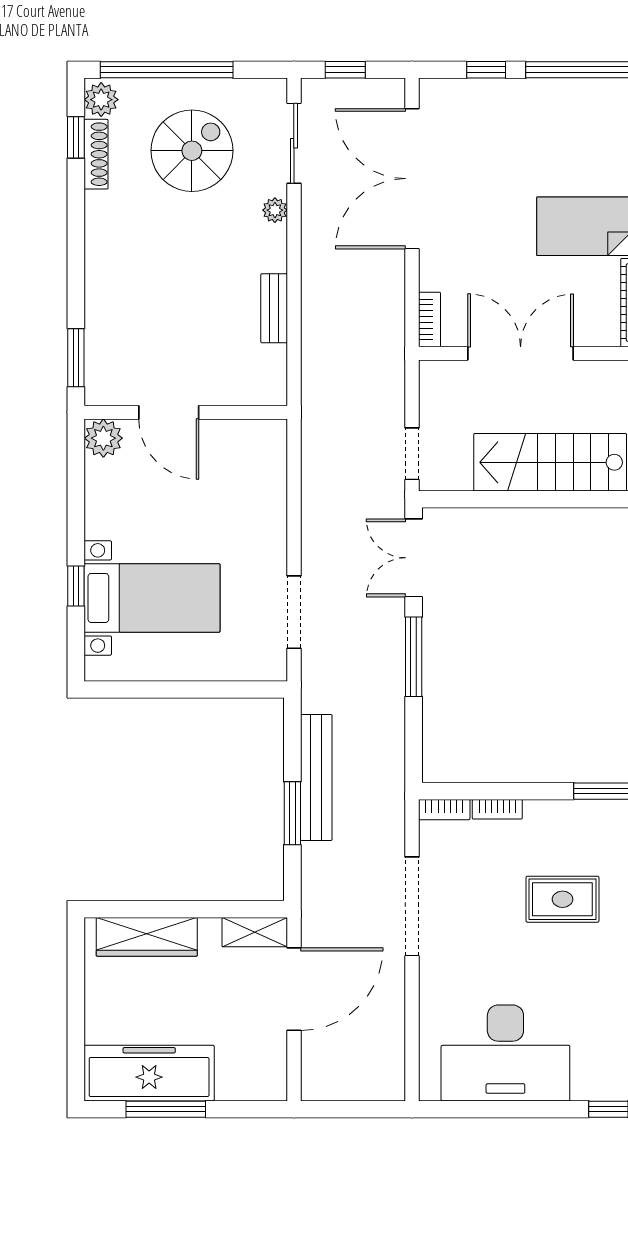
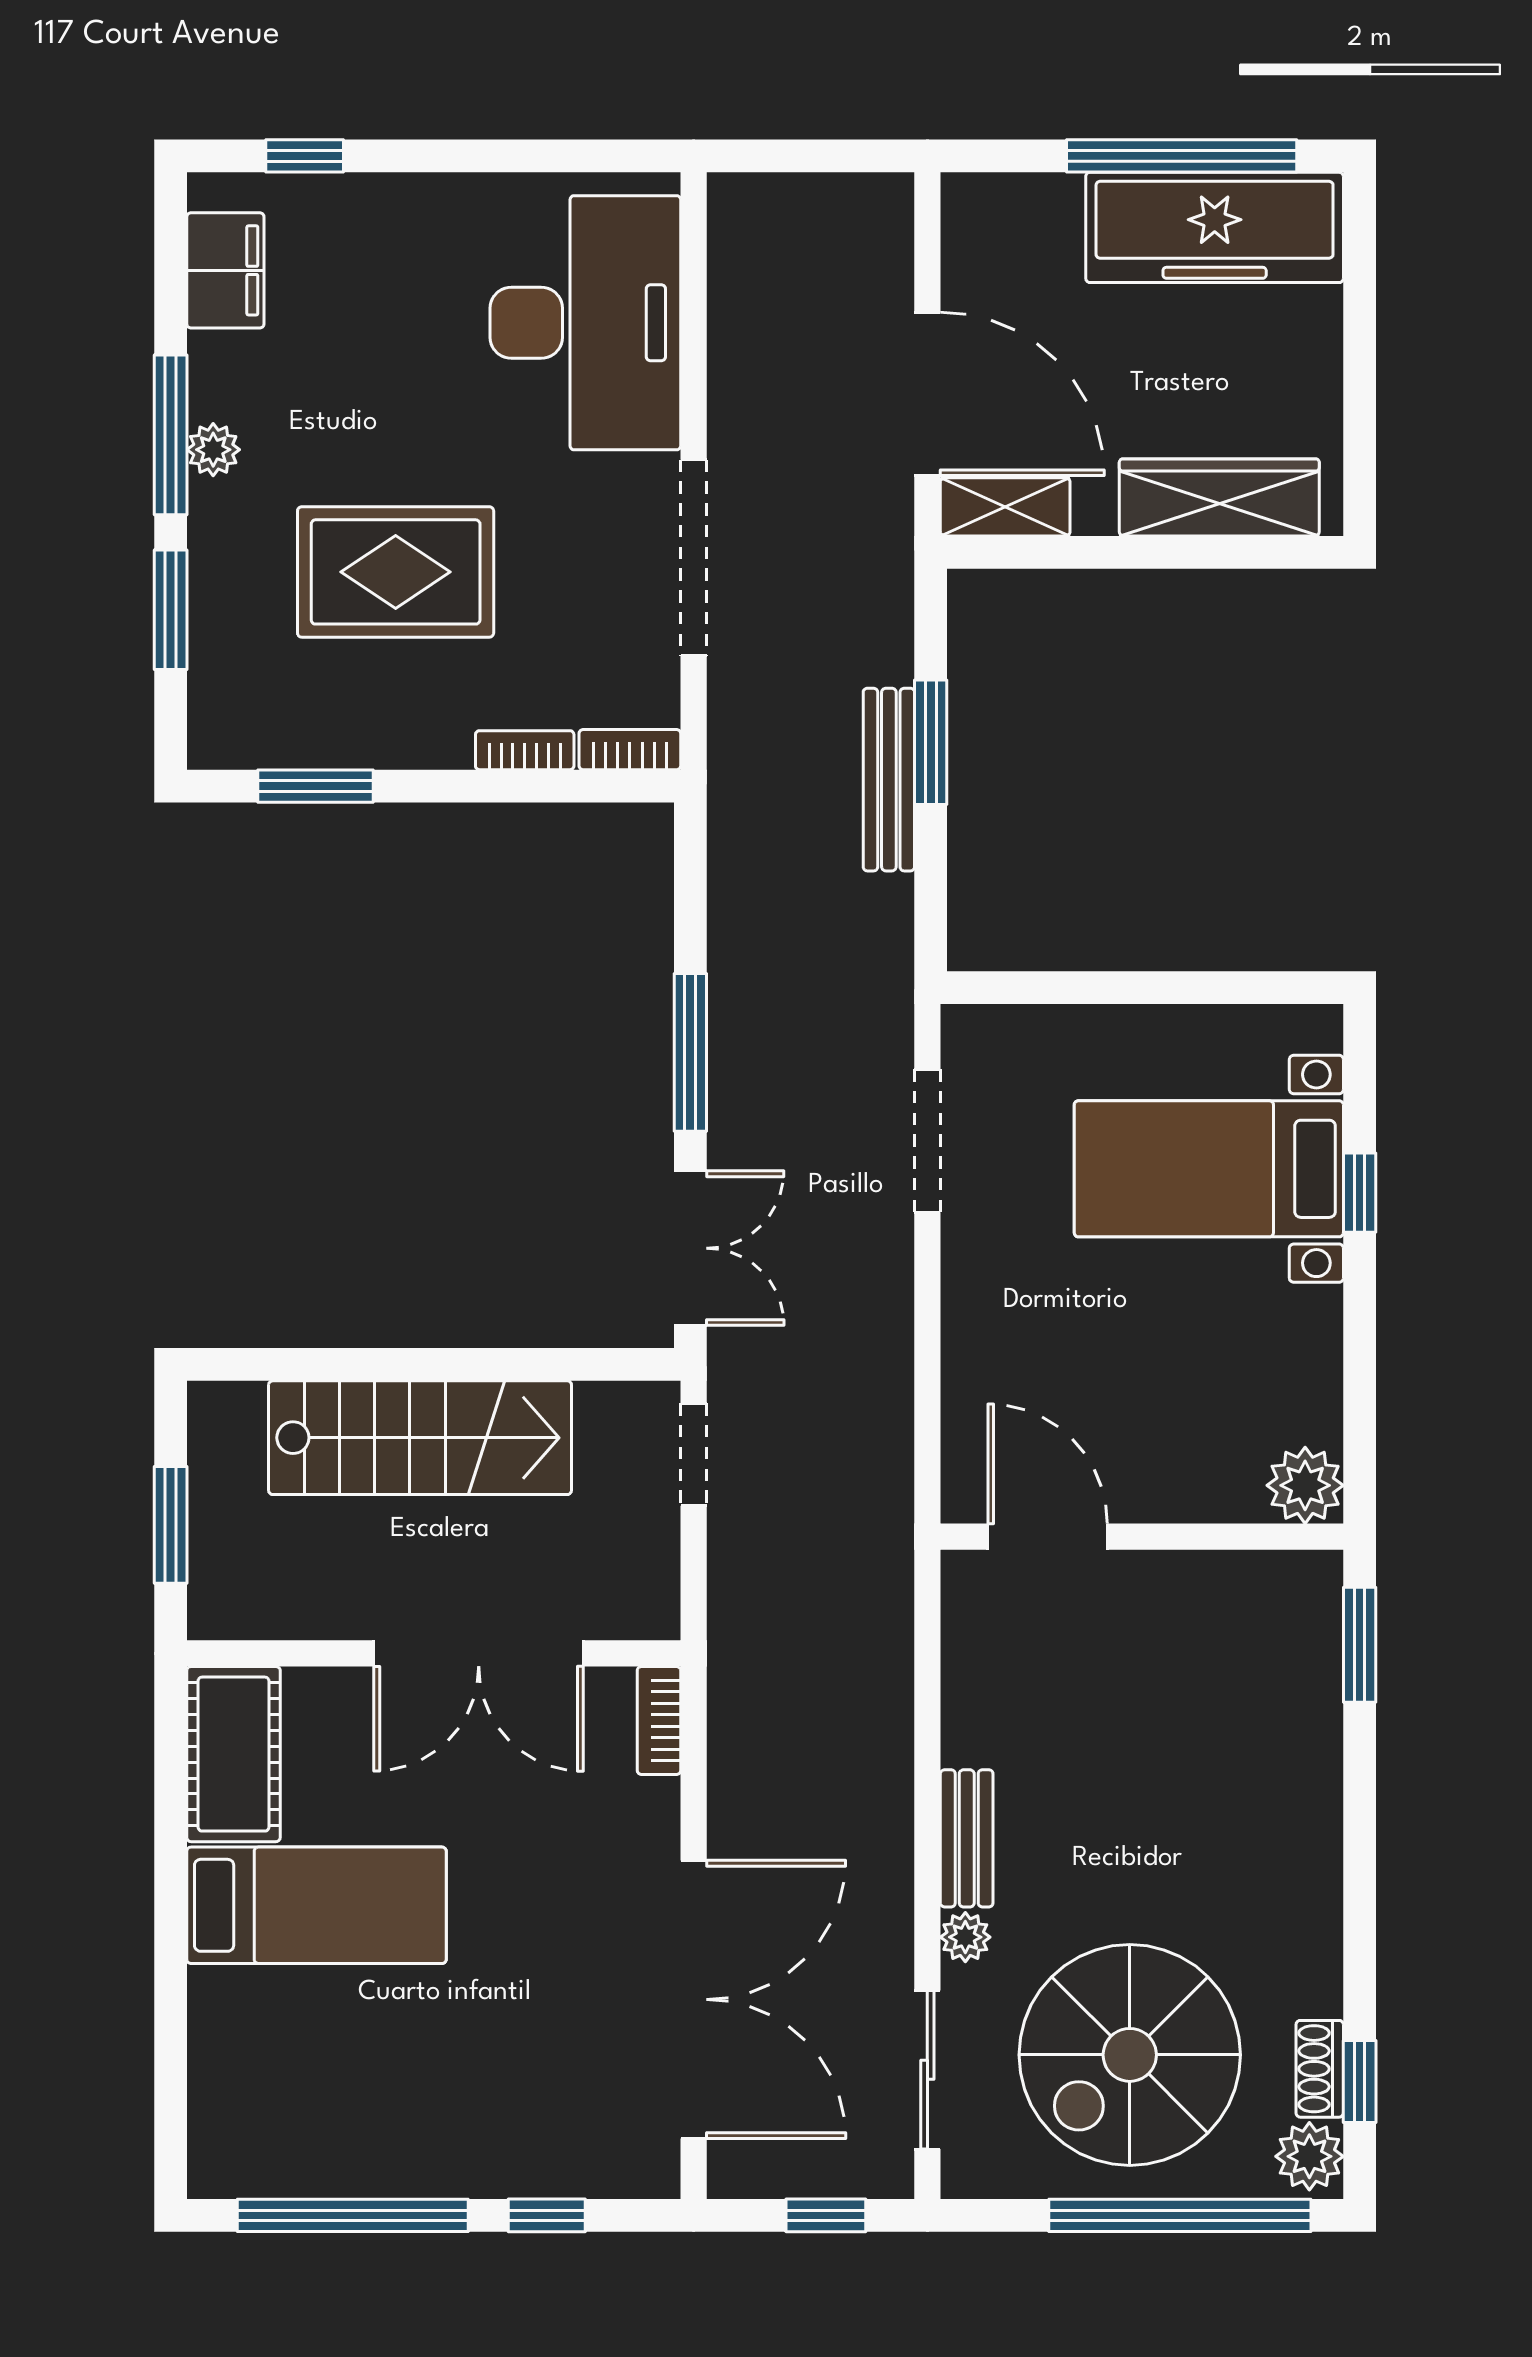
spiral stairs: (192, 151) -> (1130, 2055), width x1.37, depth x1.37
shoe rack: (96, 154) -> (1320, 2069), width x0.70
bench: (274, 308) -> (967, 1838), moved
door: (169, 412) -> (1048, 1537), moved
bench: (316, 778) -> (889, 780), width x0.73, depth x0.82
rug: (562, 899) -> (396, 572), width x1.36, depth x1.43
door: (294, 989) -> (927, 394), swing flipped
desk: (505, 1053) -> (585, 323), moved, turned 90
window: (166, 1109) -> (1182, 156), width x1.46

